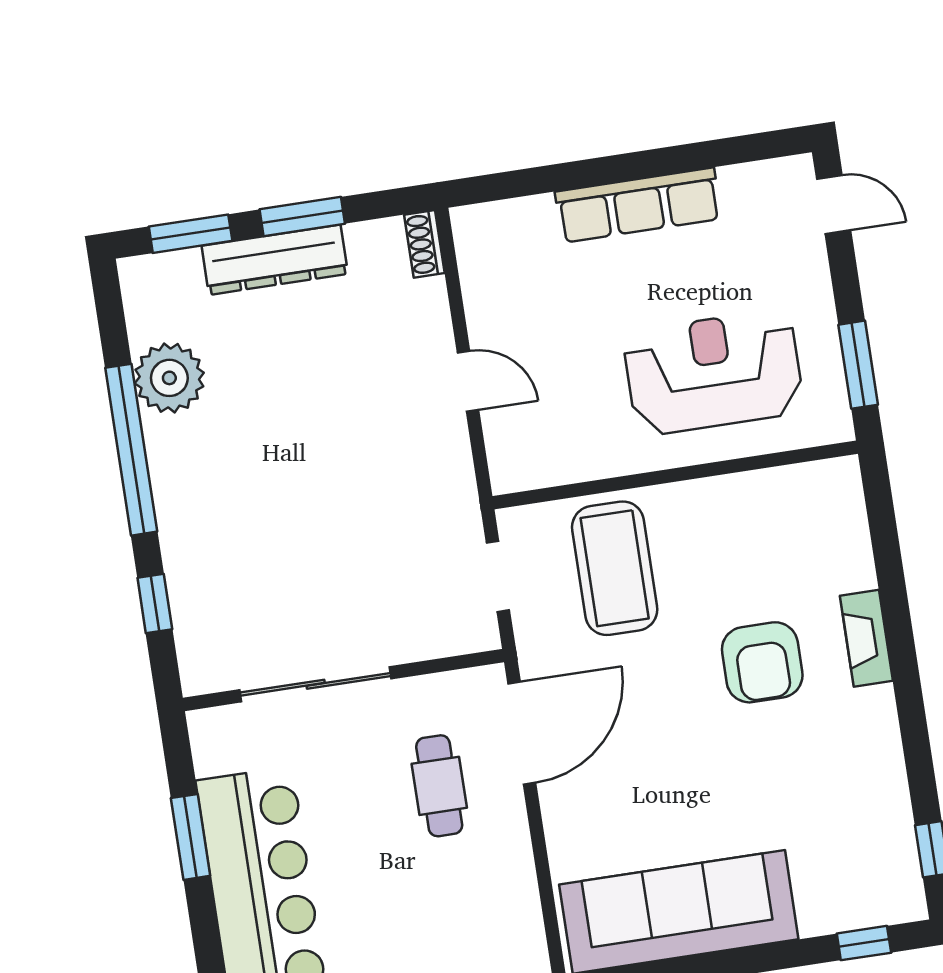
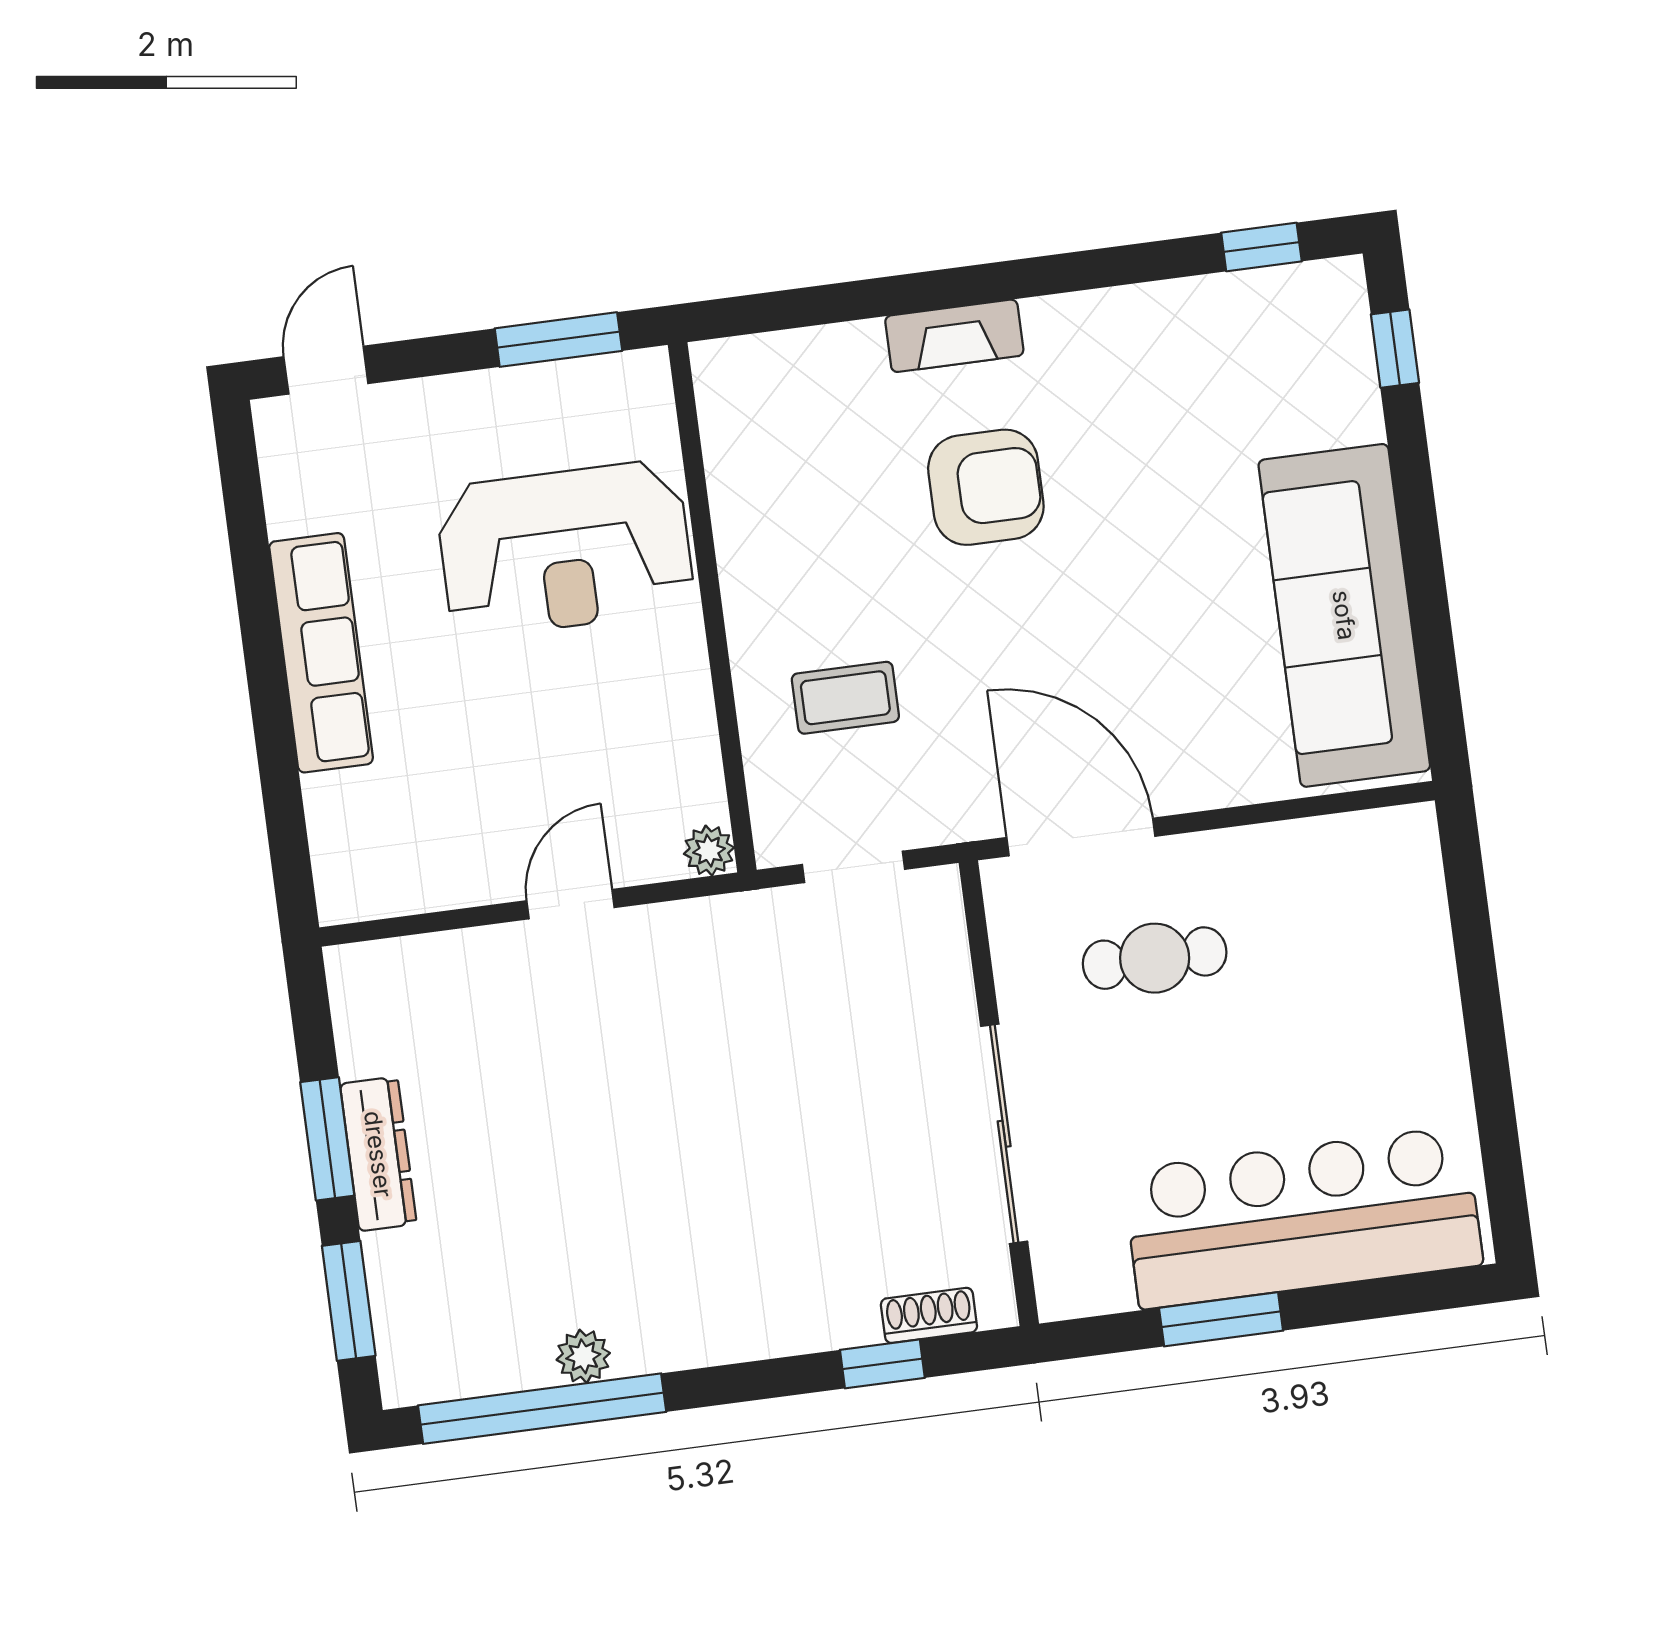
shoe rack: (424, 244) -> (929, 1315), moved, turned 180
dresser: (275, 260) -> (378, 1154), width x0.73, depth x0.80
reception desk: (713, 372) -> (565, 549), turned -90
plant: (169, 378) -> (583, 1356), width x0.53, depth x0.53
window: (131, 450) -> (542, 1409), moved
plant: (507, 476) -> (709, 851), added
coffee table: (615, 568) -> (845, 698), width x0.54, depth x0.58

